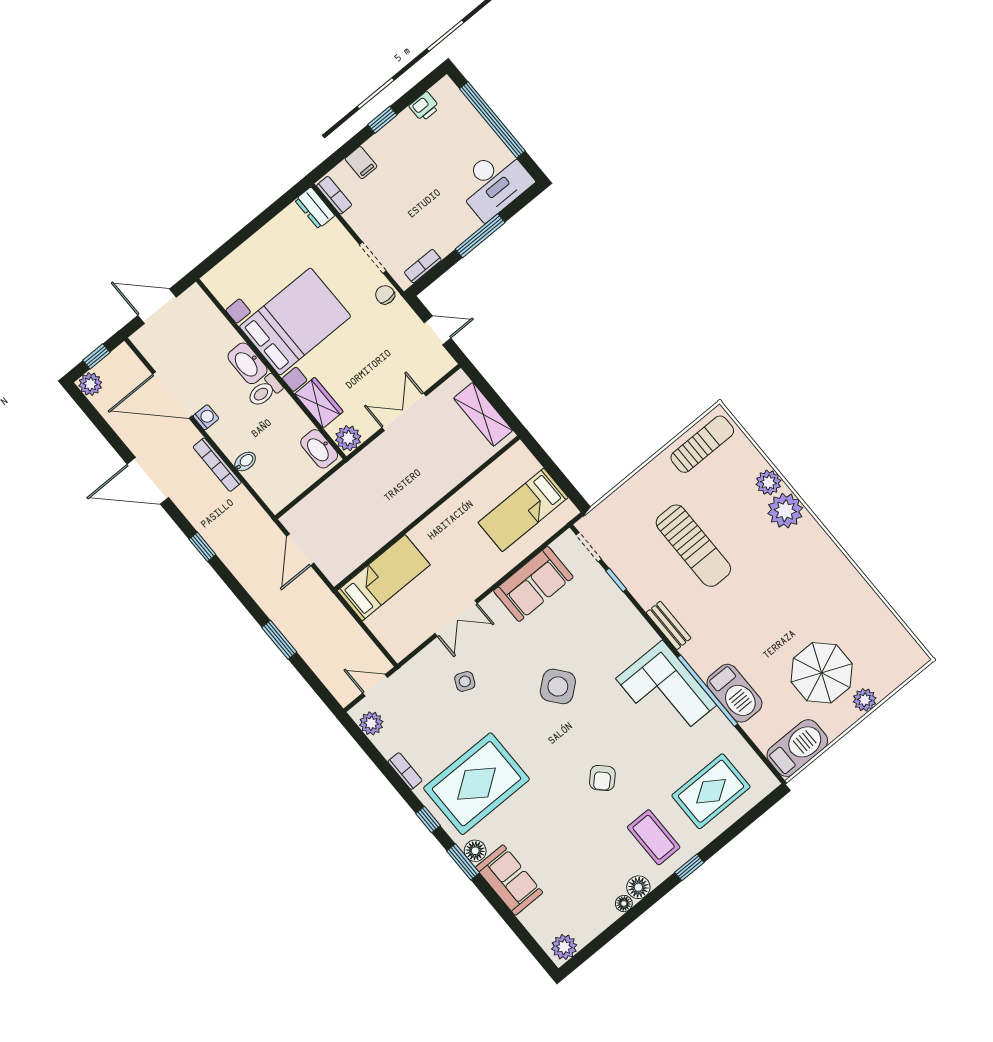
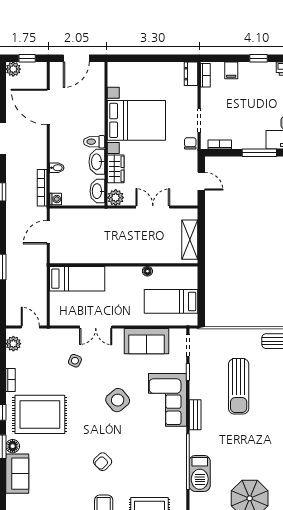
door: (157, 306) -> (76, 58), swing flipped
washbasin: (247, 363) -> (97, 162), moved
washing machine: (206, 417) -> (56, 199), moved
bookcase: (217, 465) -> (42, 188), moved
floor lamp: (463, 497) -> (147, 271), added
corner sofa: (666, 692) -> (167, 400), moved

